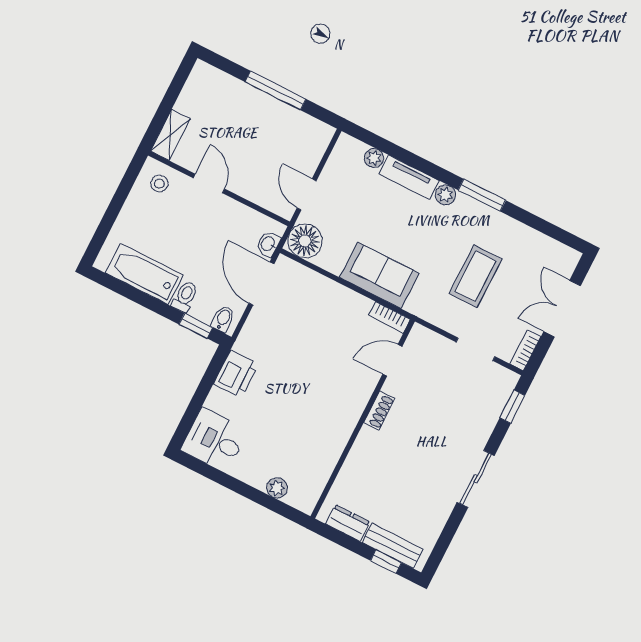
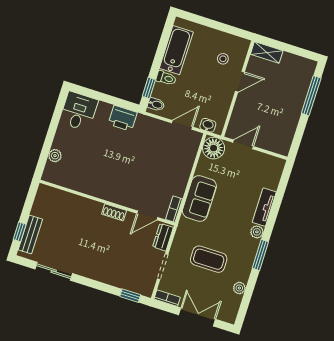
window: (275, 90) -> (311, 96), moved
plant: (374, 158) -> (239, 288), moved
stool: (159, 184) -> (223, 59), moved
door: (261, 284) -> (182, 125), width x0.73
door: (392, 360) -> (147, 215), swing flipped
sliding door: (476, 479) -> (54, 271), moved
dresser: (348, 523) -> (163, 237), moved, turned 180

